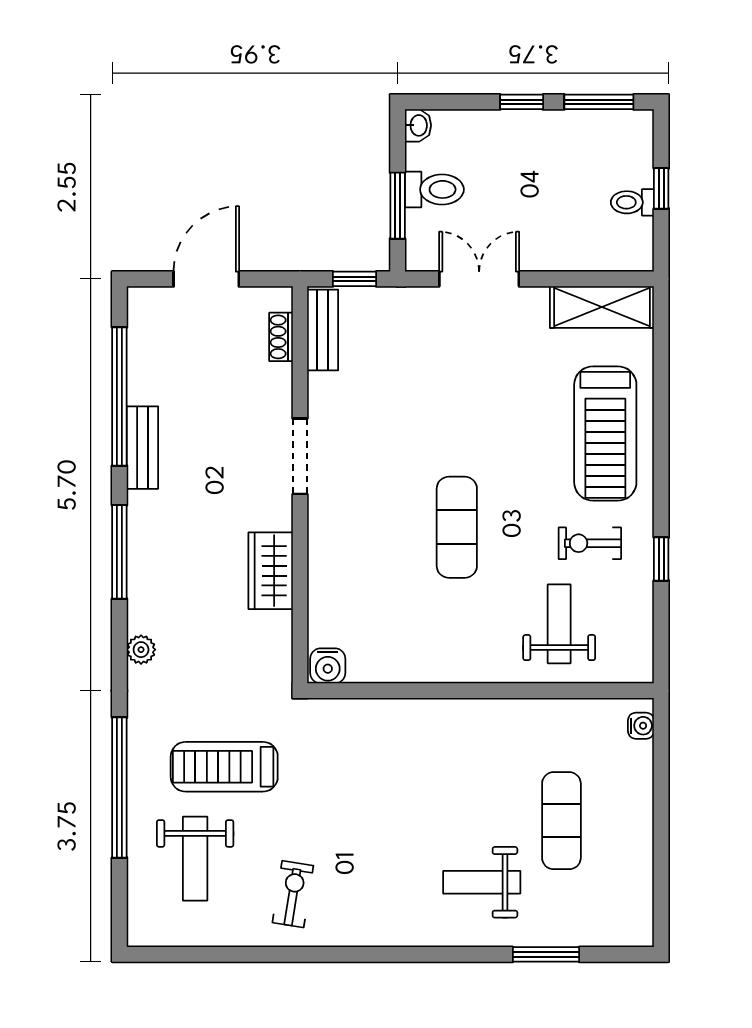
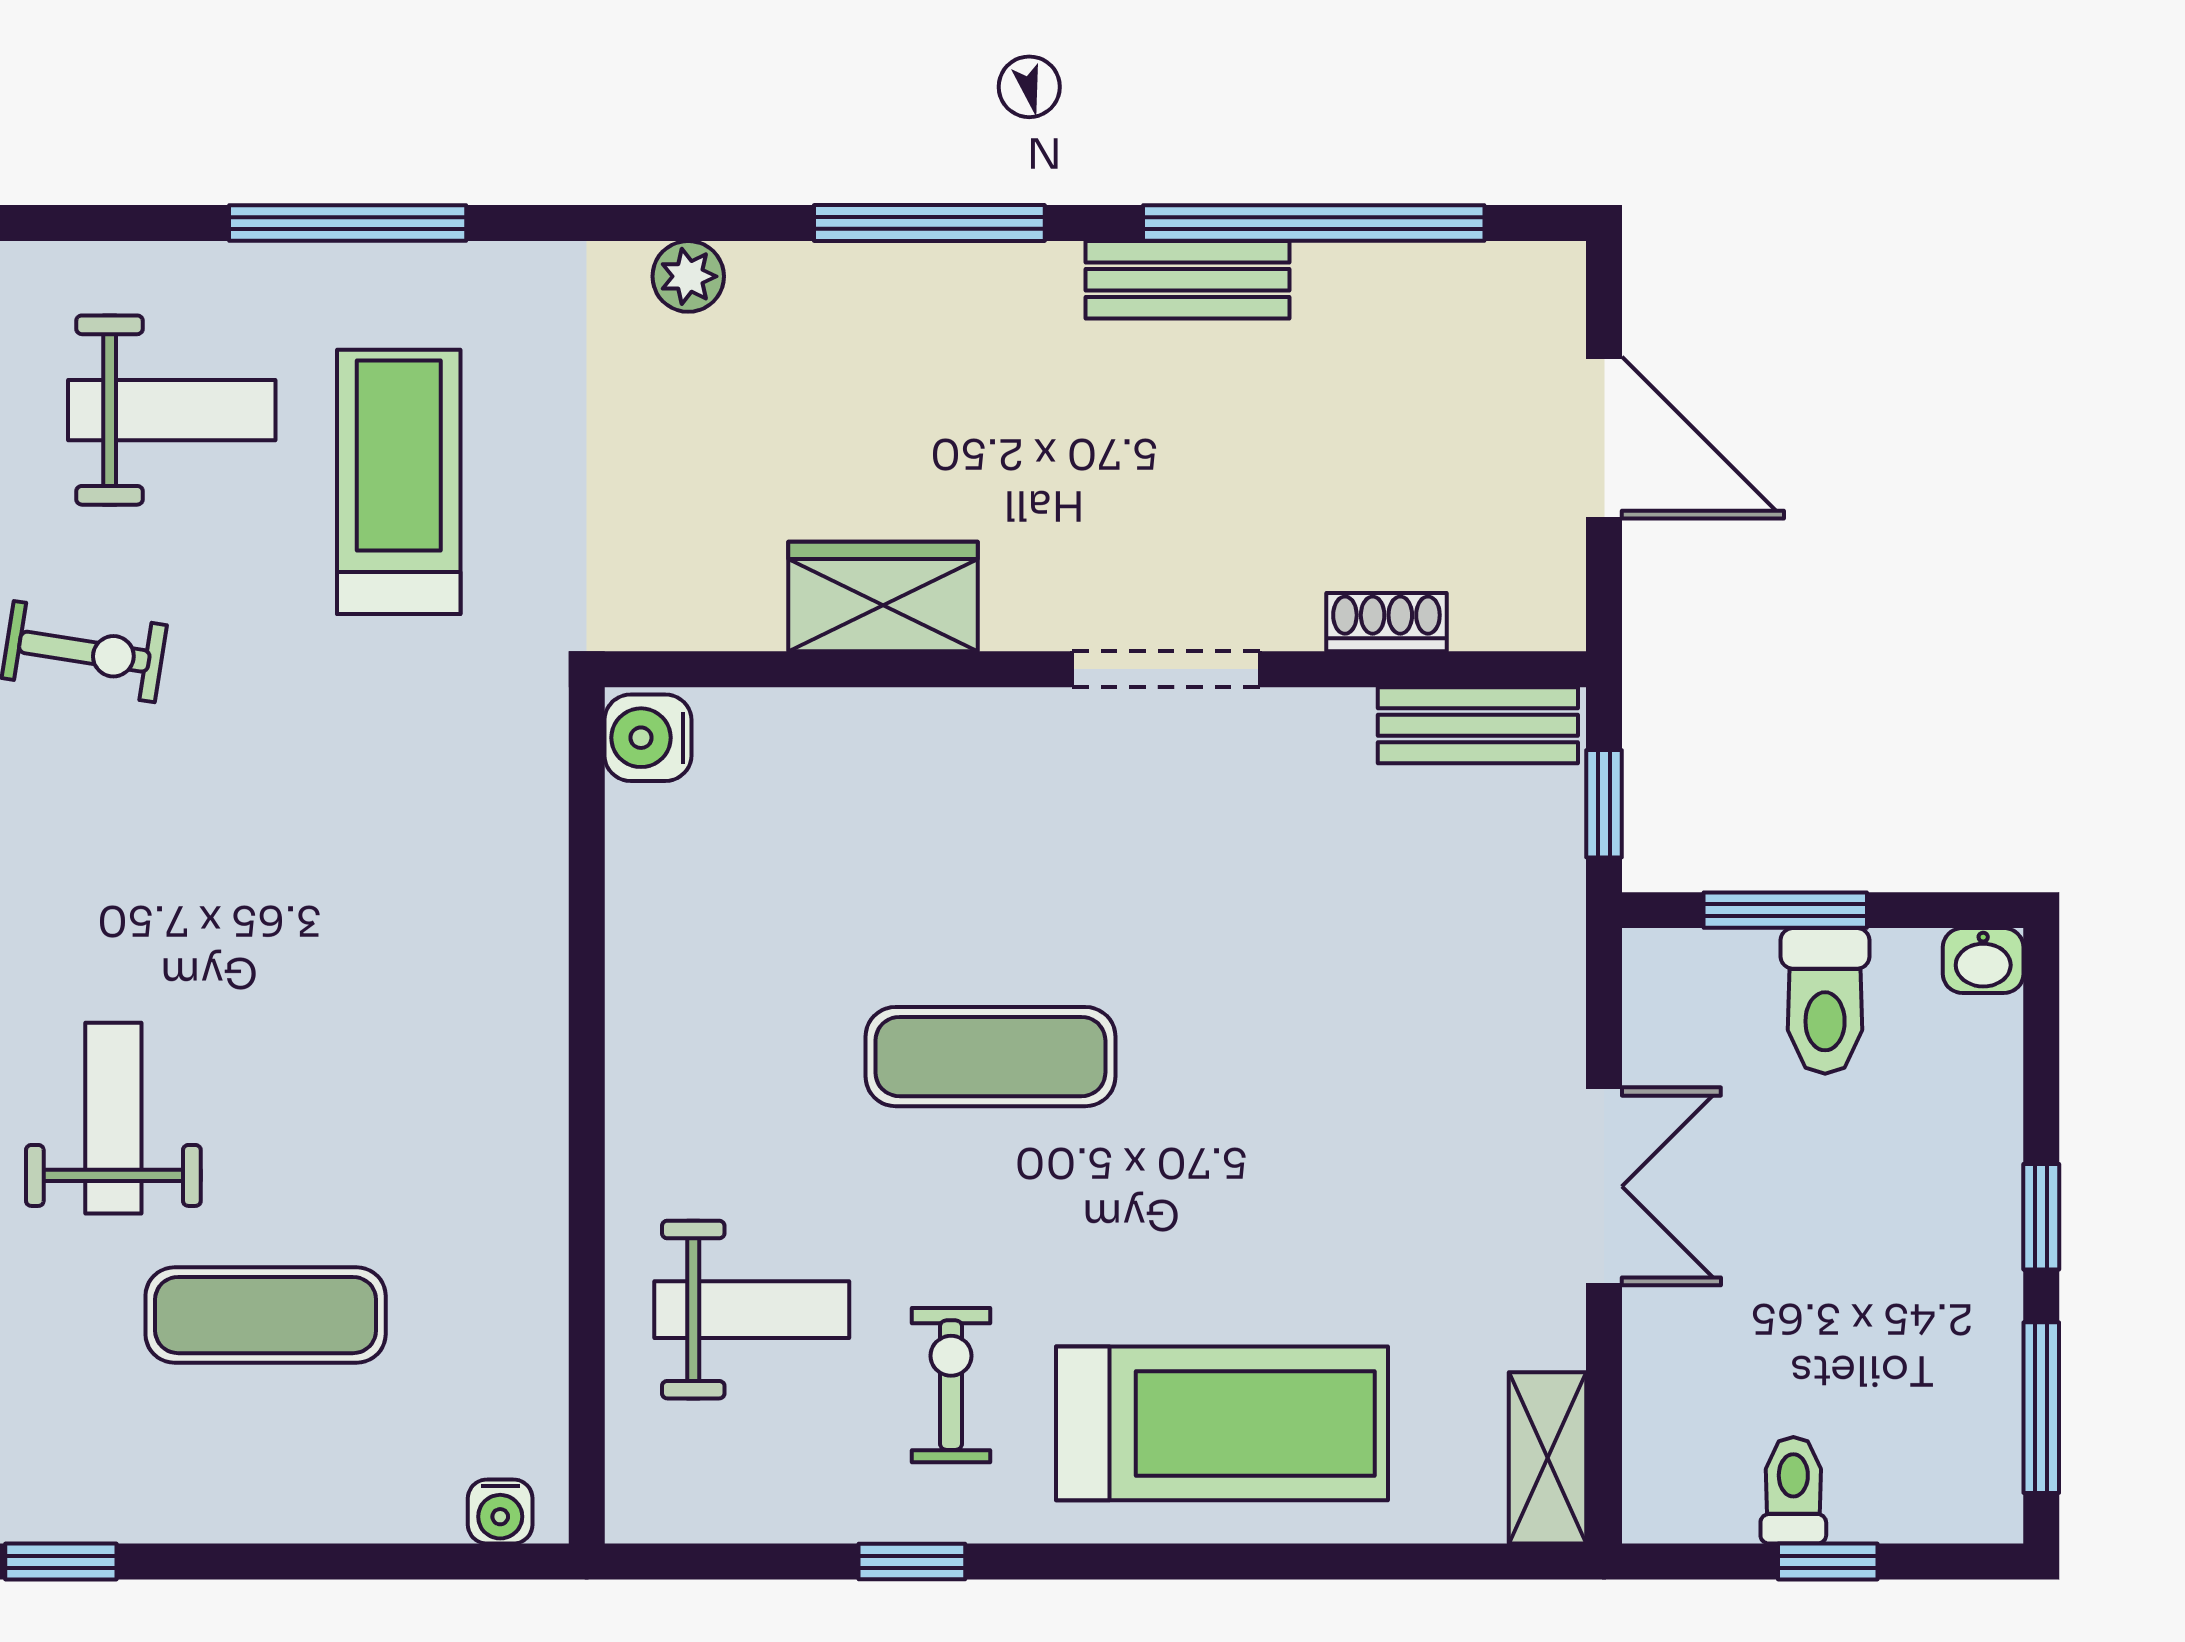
double door: (479, 279) -> (1604, 1186), moved
shelving: (602, 307) -> (1548, 1458), width x0.67, depth x0.75
shoe rack: (281, 337) -> (1386, 622), moved
treadmill: (605, 434) -> (1222, 1423), turned 180
window: (119, 787) -> (348, 223), width x0.68
weight bench: (195, 859) -> (172, 410), turned 180
window: (661, 904) -> (61, 1562), added

